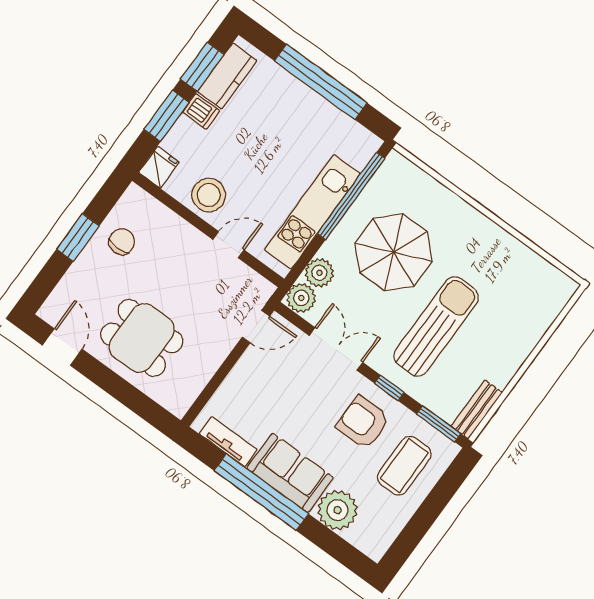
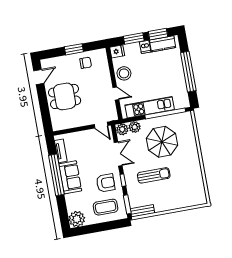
sun lounger: (436, 327) -> (154, 175), width x0.73, depth x0.75
dining table: (142, 338) -> (65, 96), turned 90
armchair: (363, 422) -> (106, 183), turned 90
plant: (337, 510) -> (77, 219), moved

